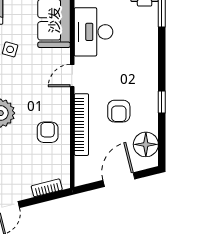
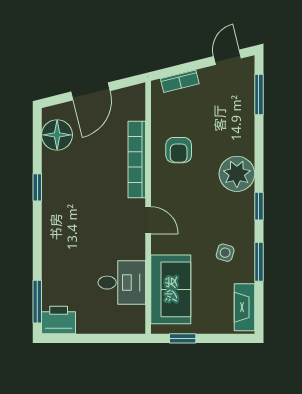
desk: (94, 32) -> (122, 283), width x0.73
door: (72, 76) -> (148, 220), hinge flipped
armchair: (119, 111) -> (90, 176), removed

